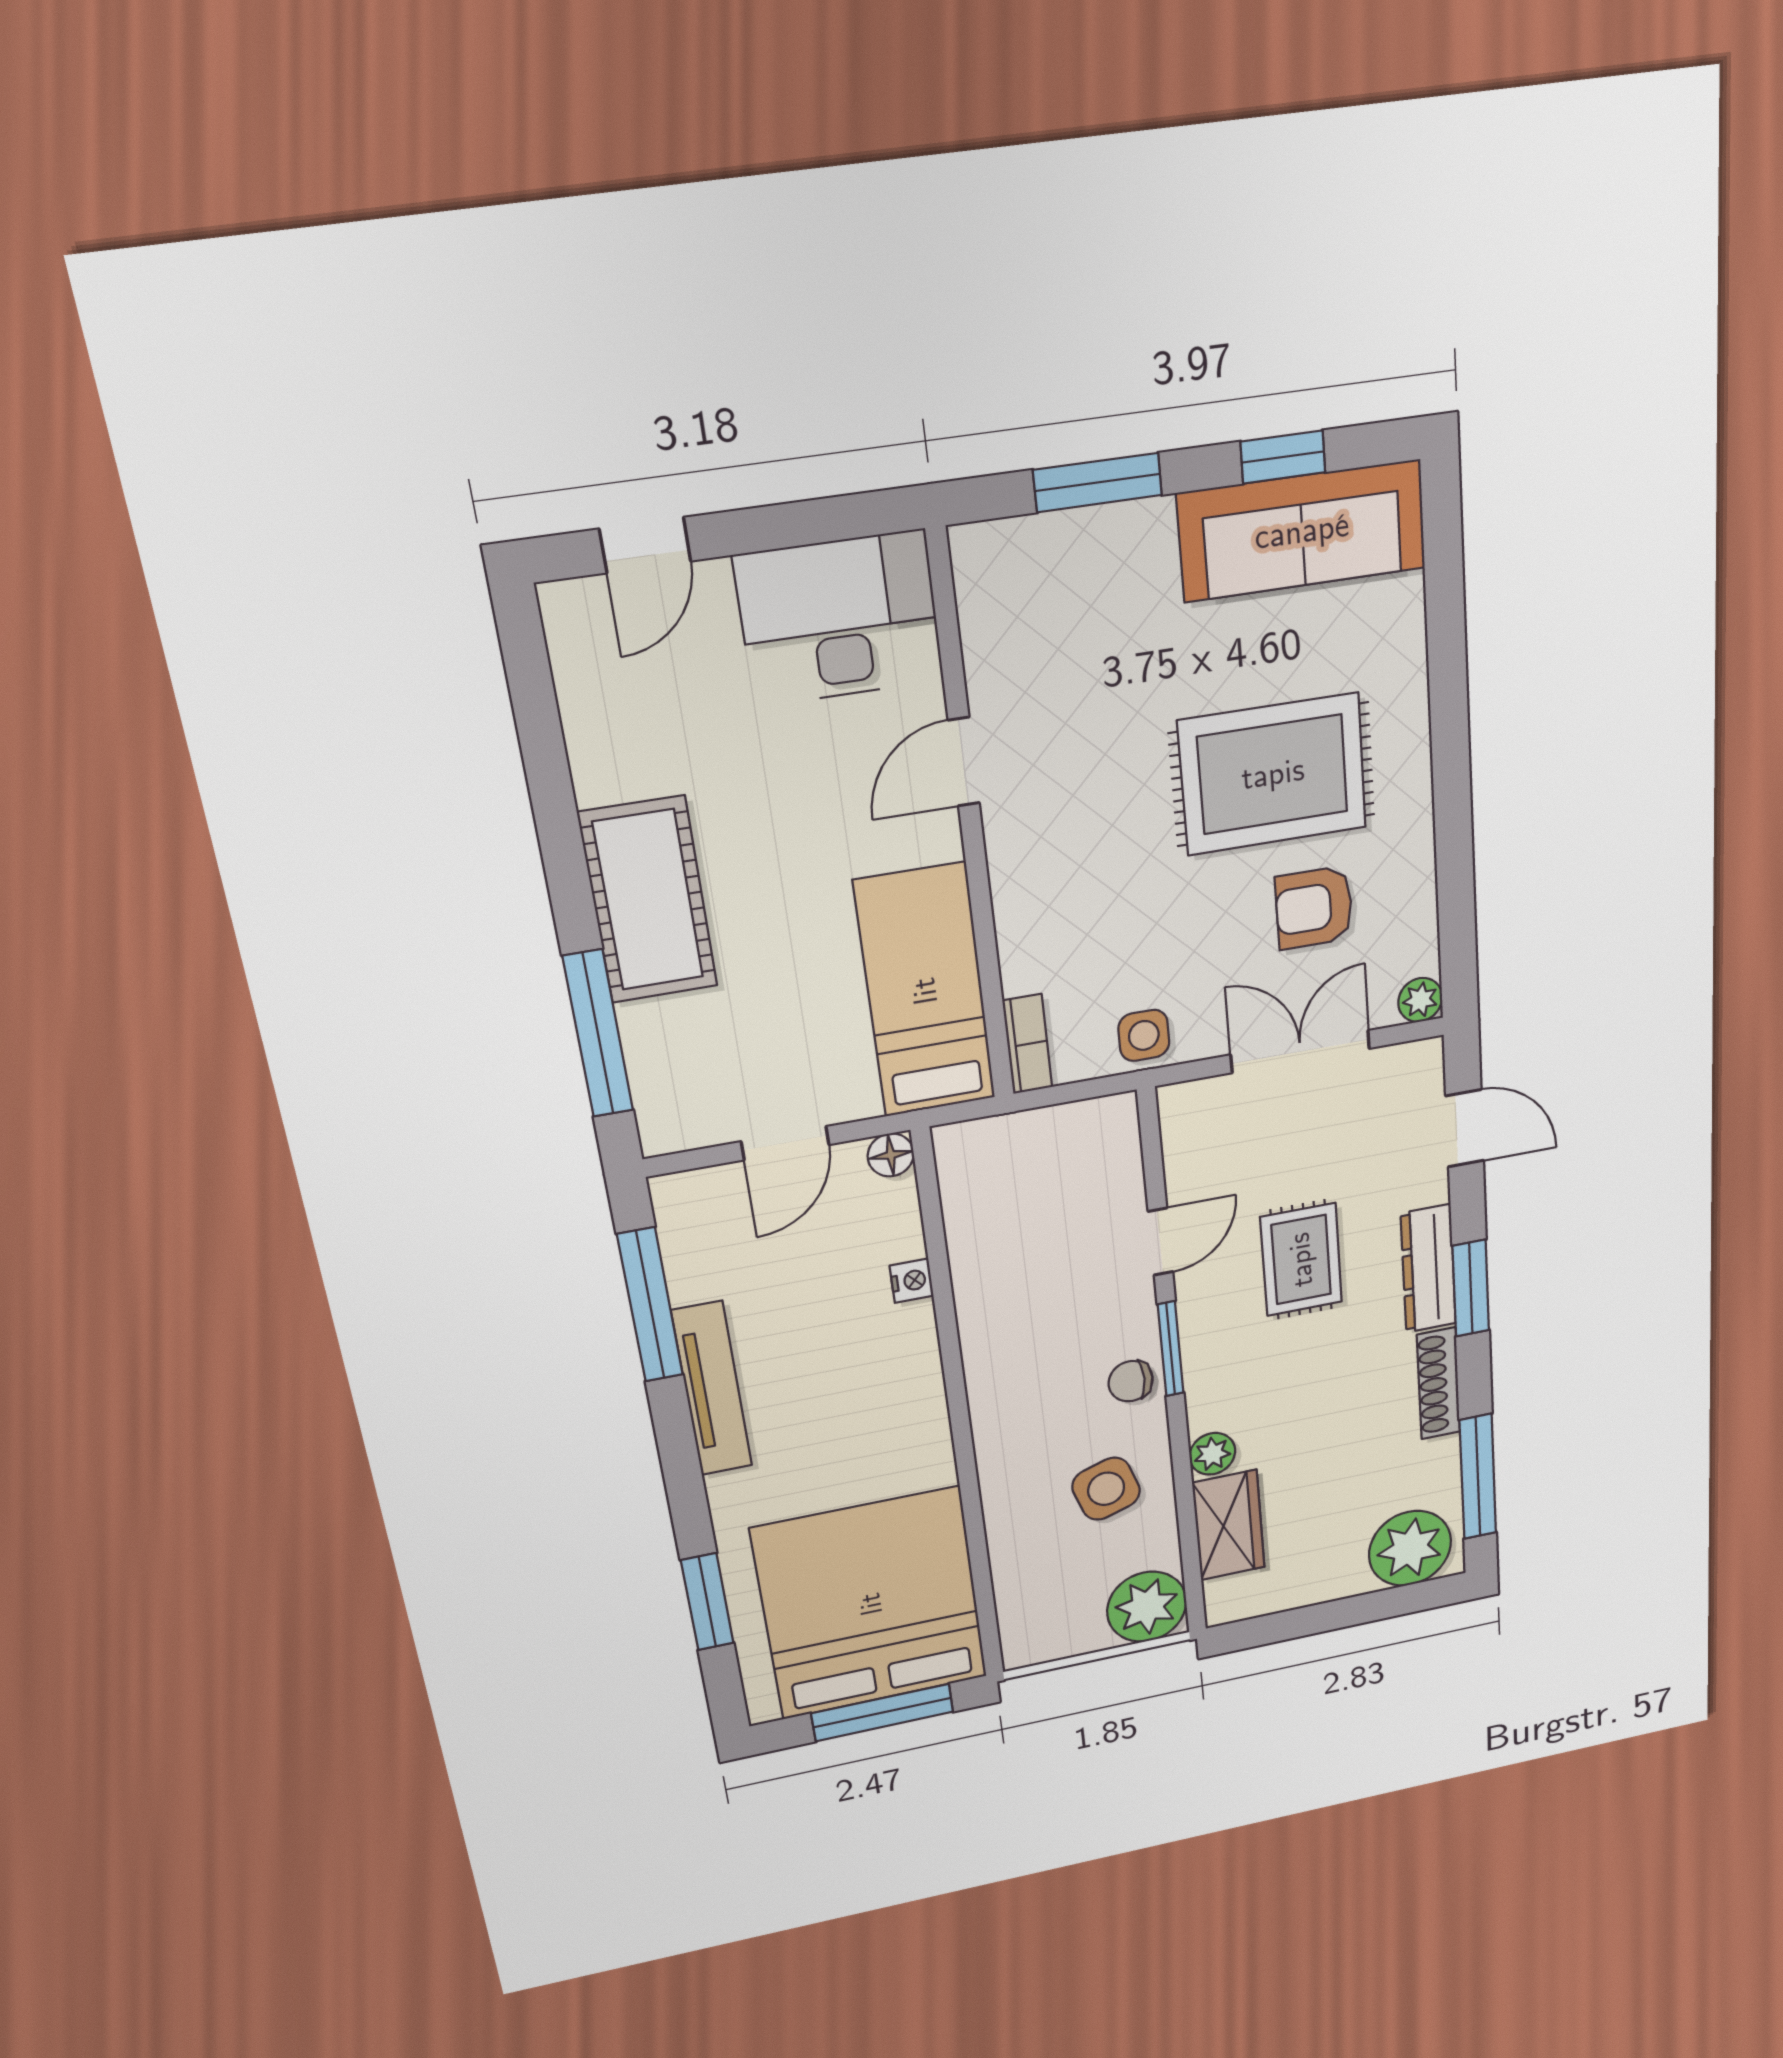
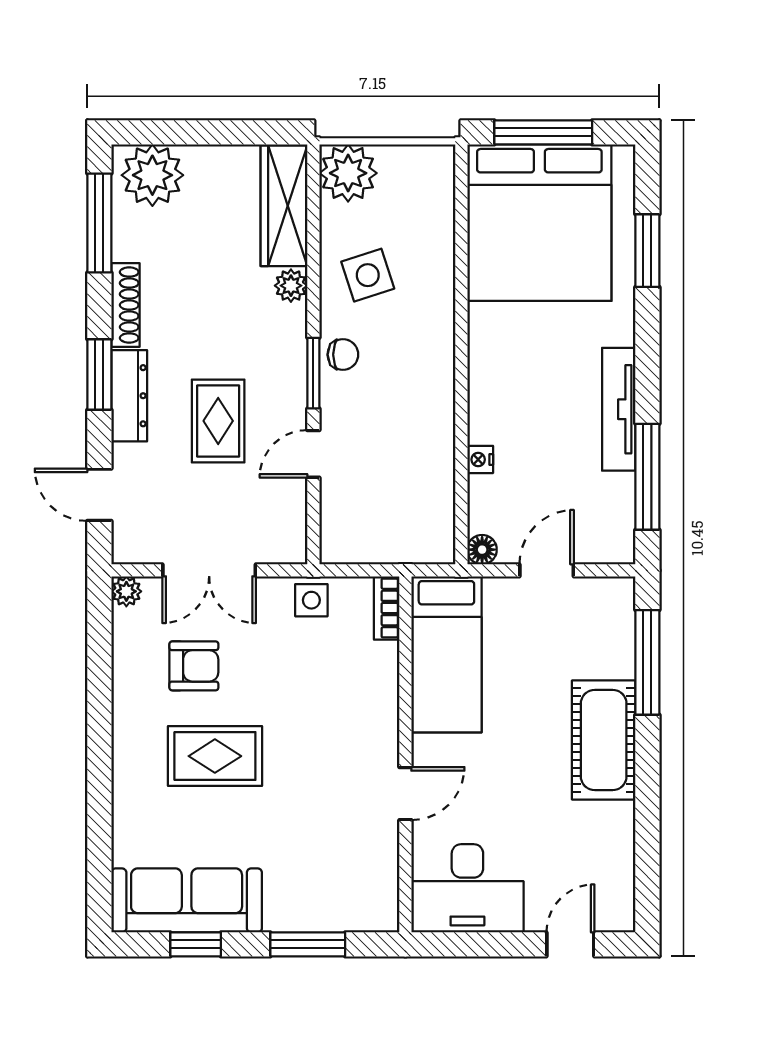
rug: (1273, 774) -> (215, 756), width x0.73, depth x0.70
wardrobe: (1229, 1525) -> (284, 206), width x1.50

